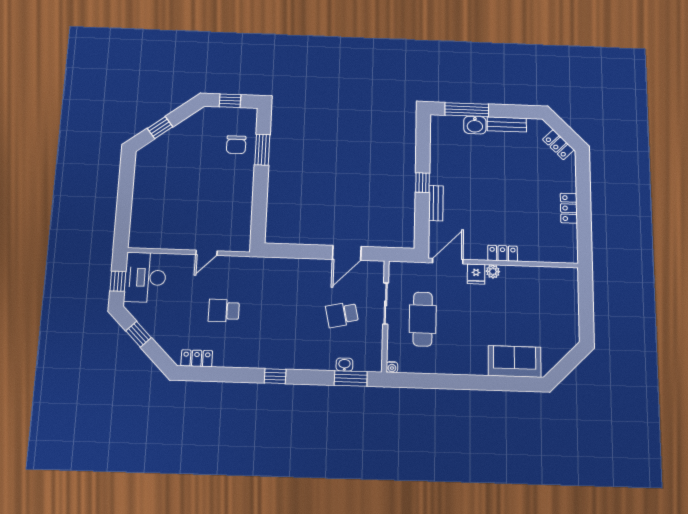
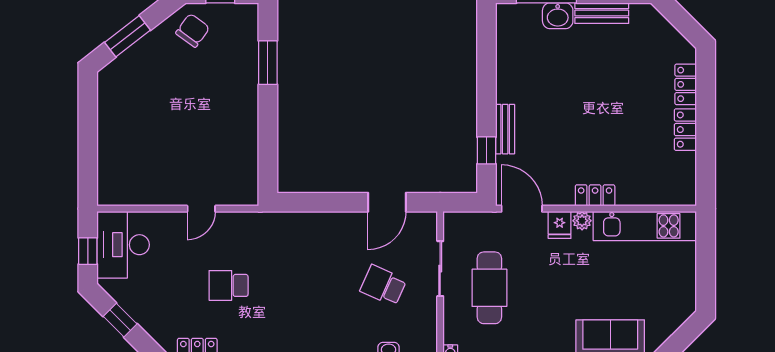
window: (160, 128) -> (128, 36), width x1.50
chair: (236, 145) -> (193, 30), moved, turned -144
locker: (558, 145) -> (686, 84), moved, turned 45
window: (422, 183) -> (487, 150), moved
door: (448, 261) -> (522, 209), hinge flipped
kitchen unit: (540, 277) -> (645, 226), added
school desk: (342, 315) -> (383, 285), turned 36

